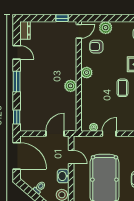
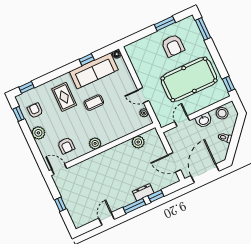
window: (62, 18) -> (60, 204), moved
plant: (106, 28) -> (38, 133), moved
dresser: (25, 30) -> (143, 192), moved
plant: (71, 86) -> (138, 142), moved
window: (17, 117) -> (156, 196), moved
door: (55, 134) -> (174, 162), moved

